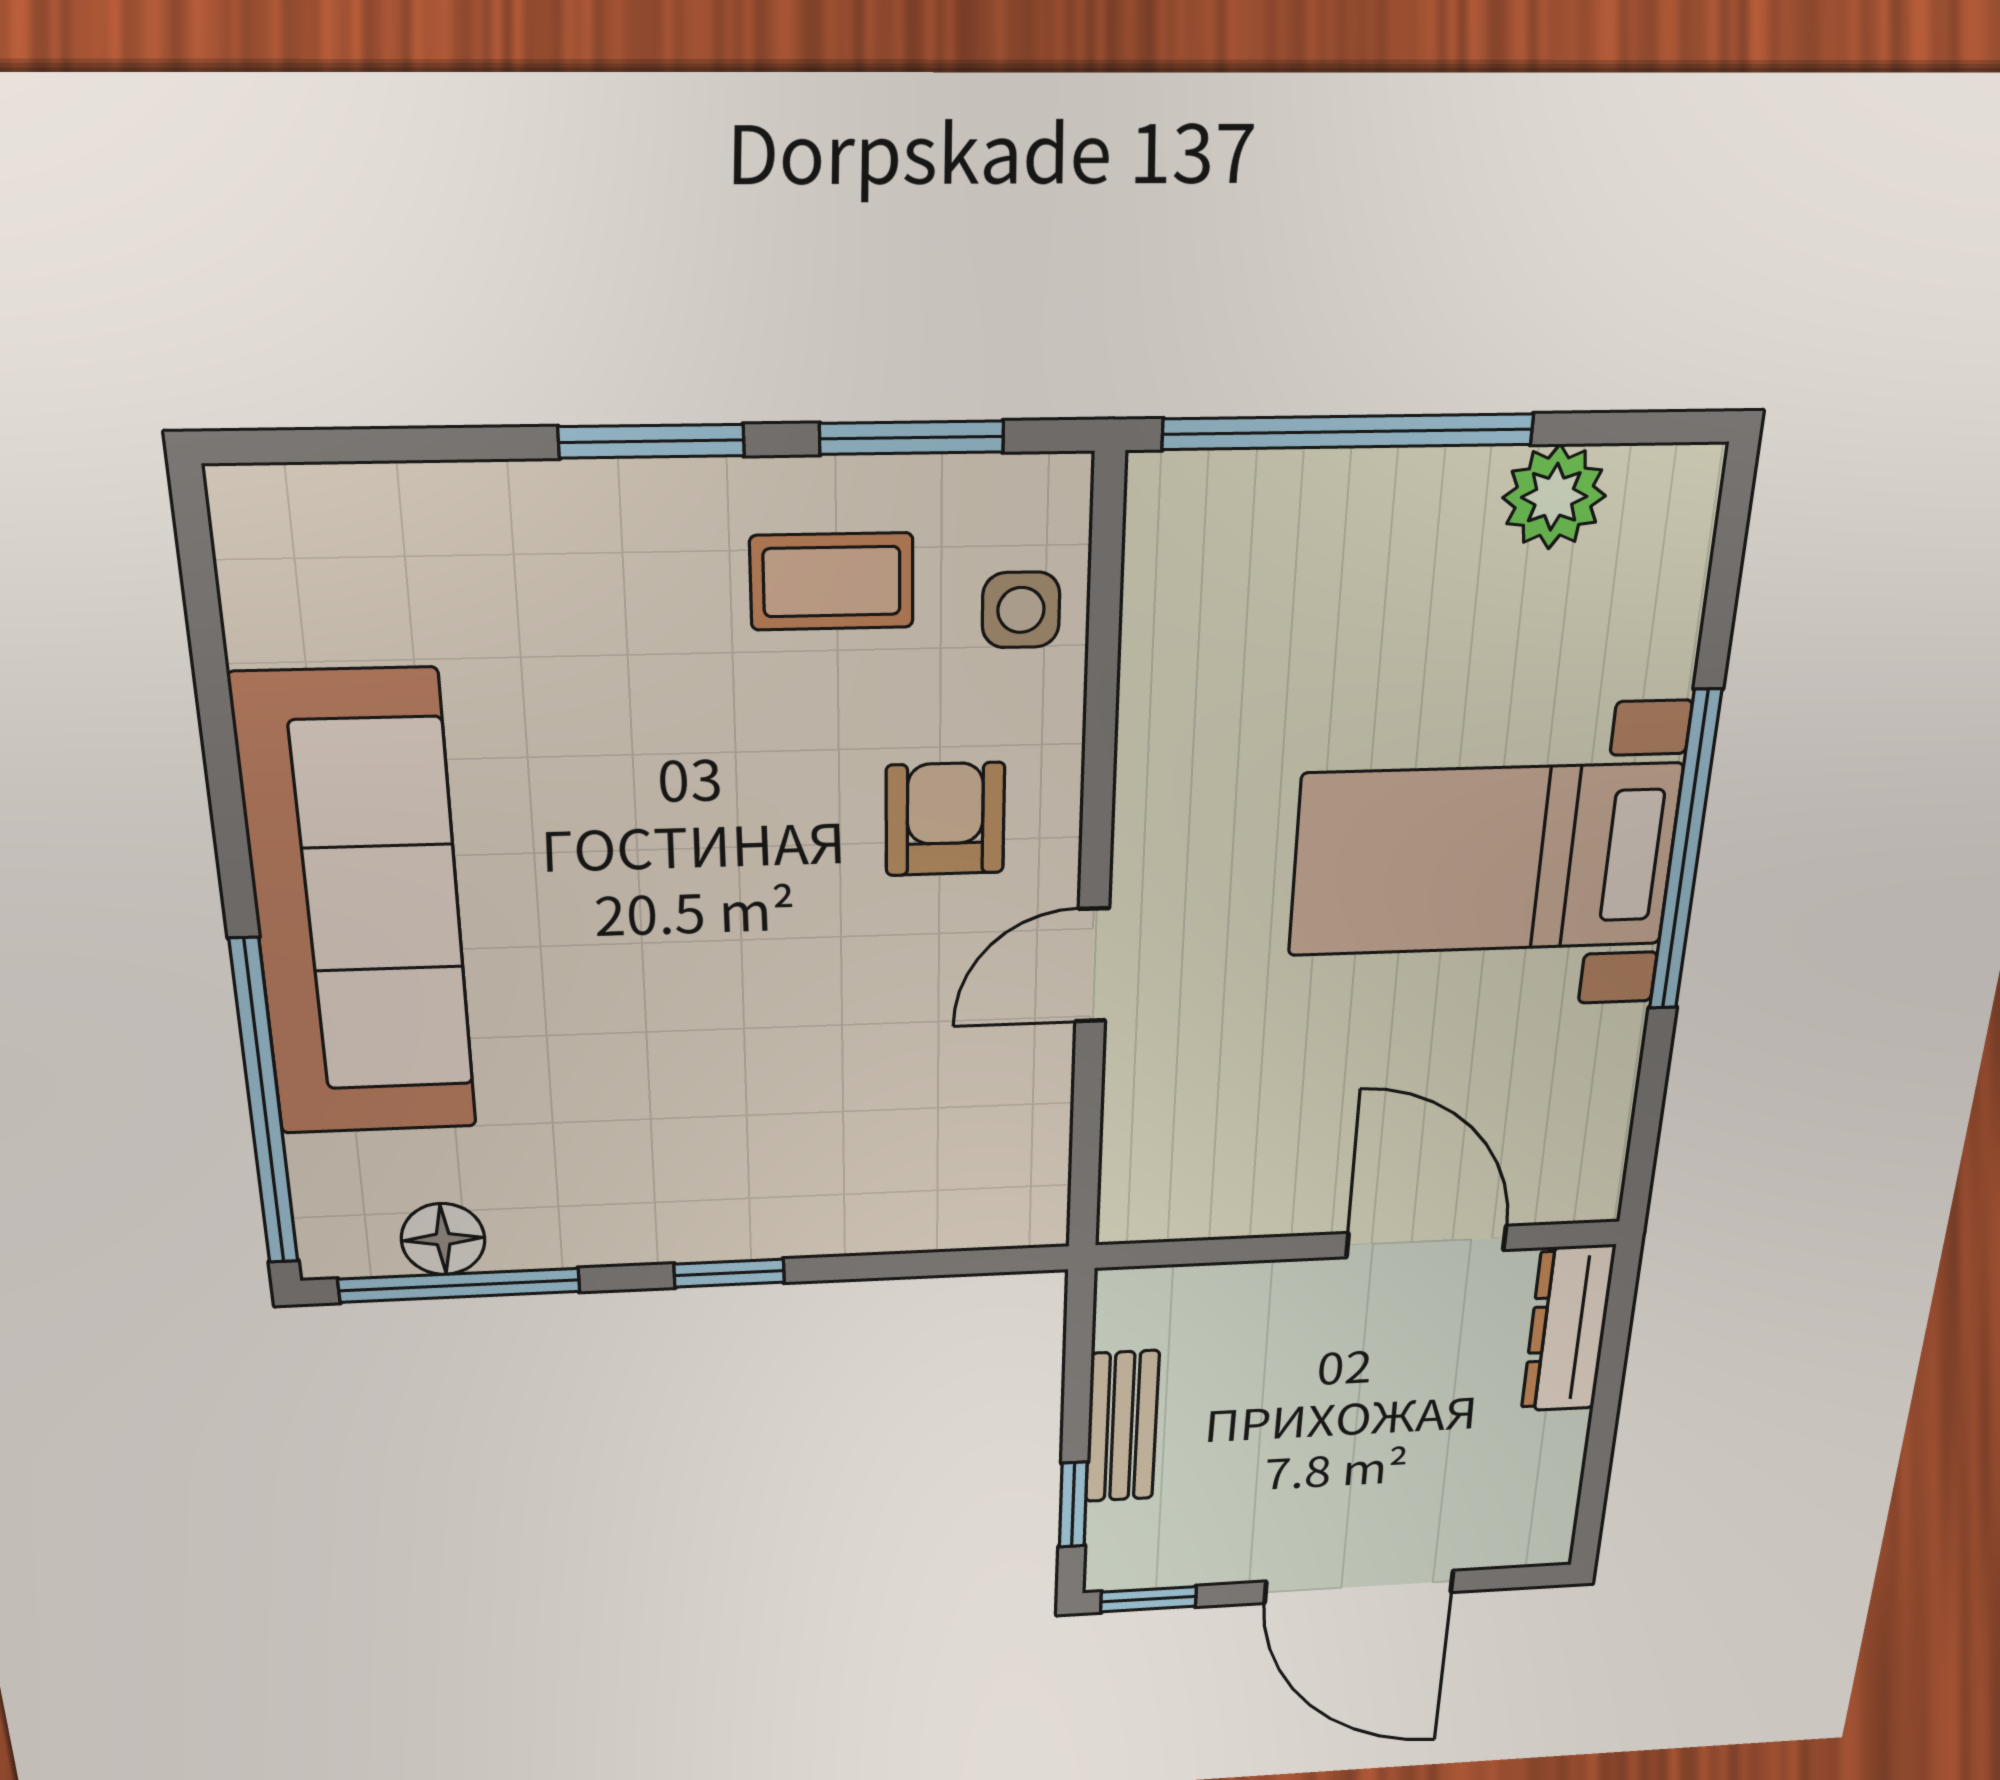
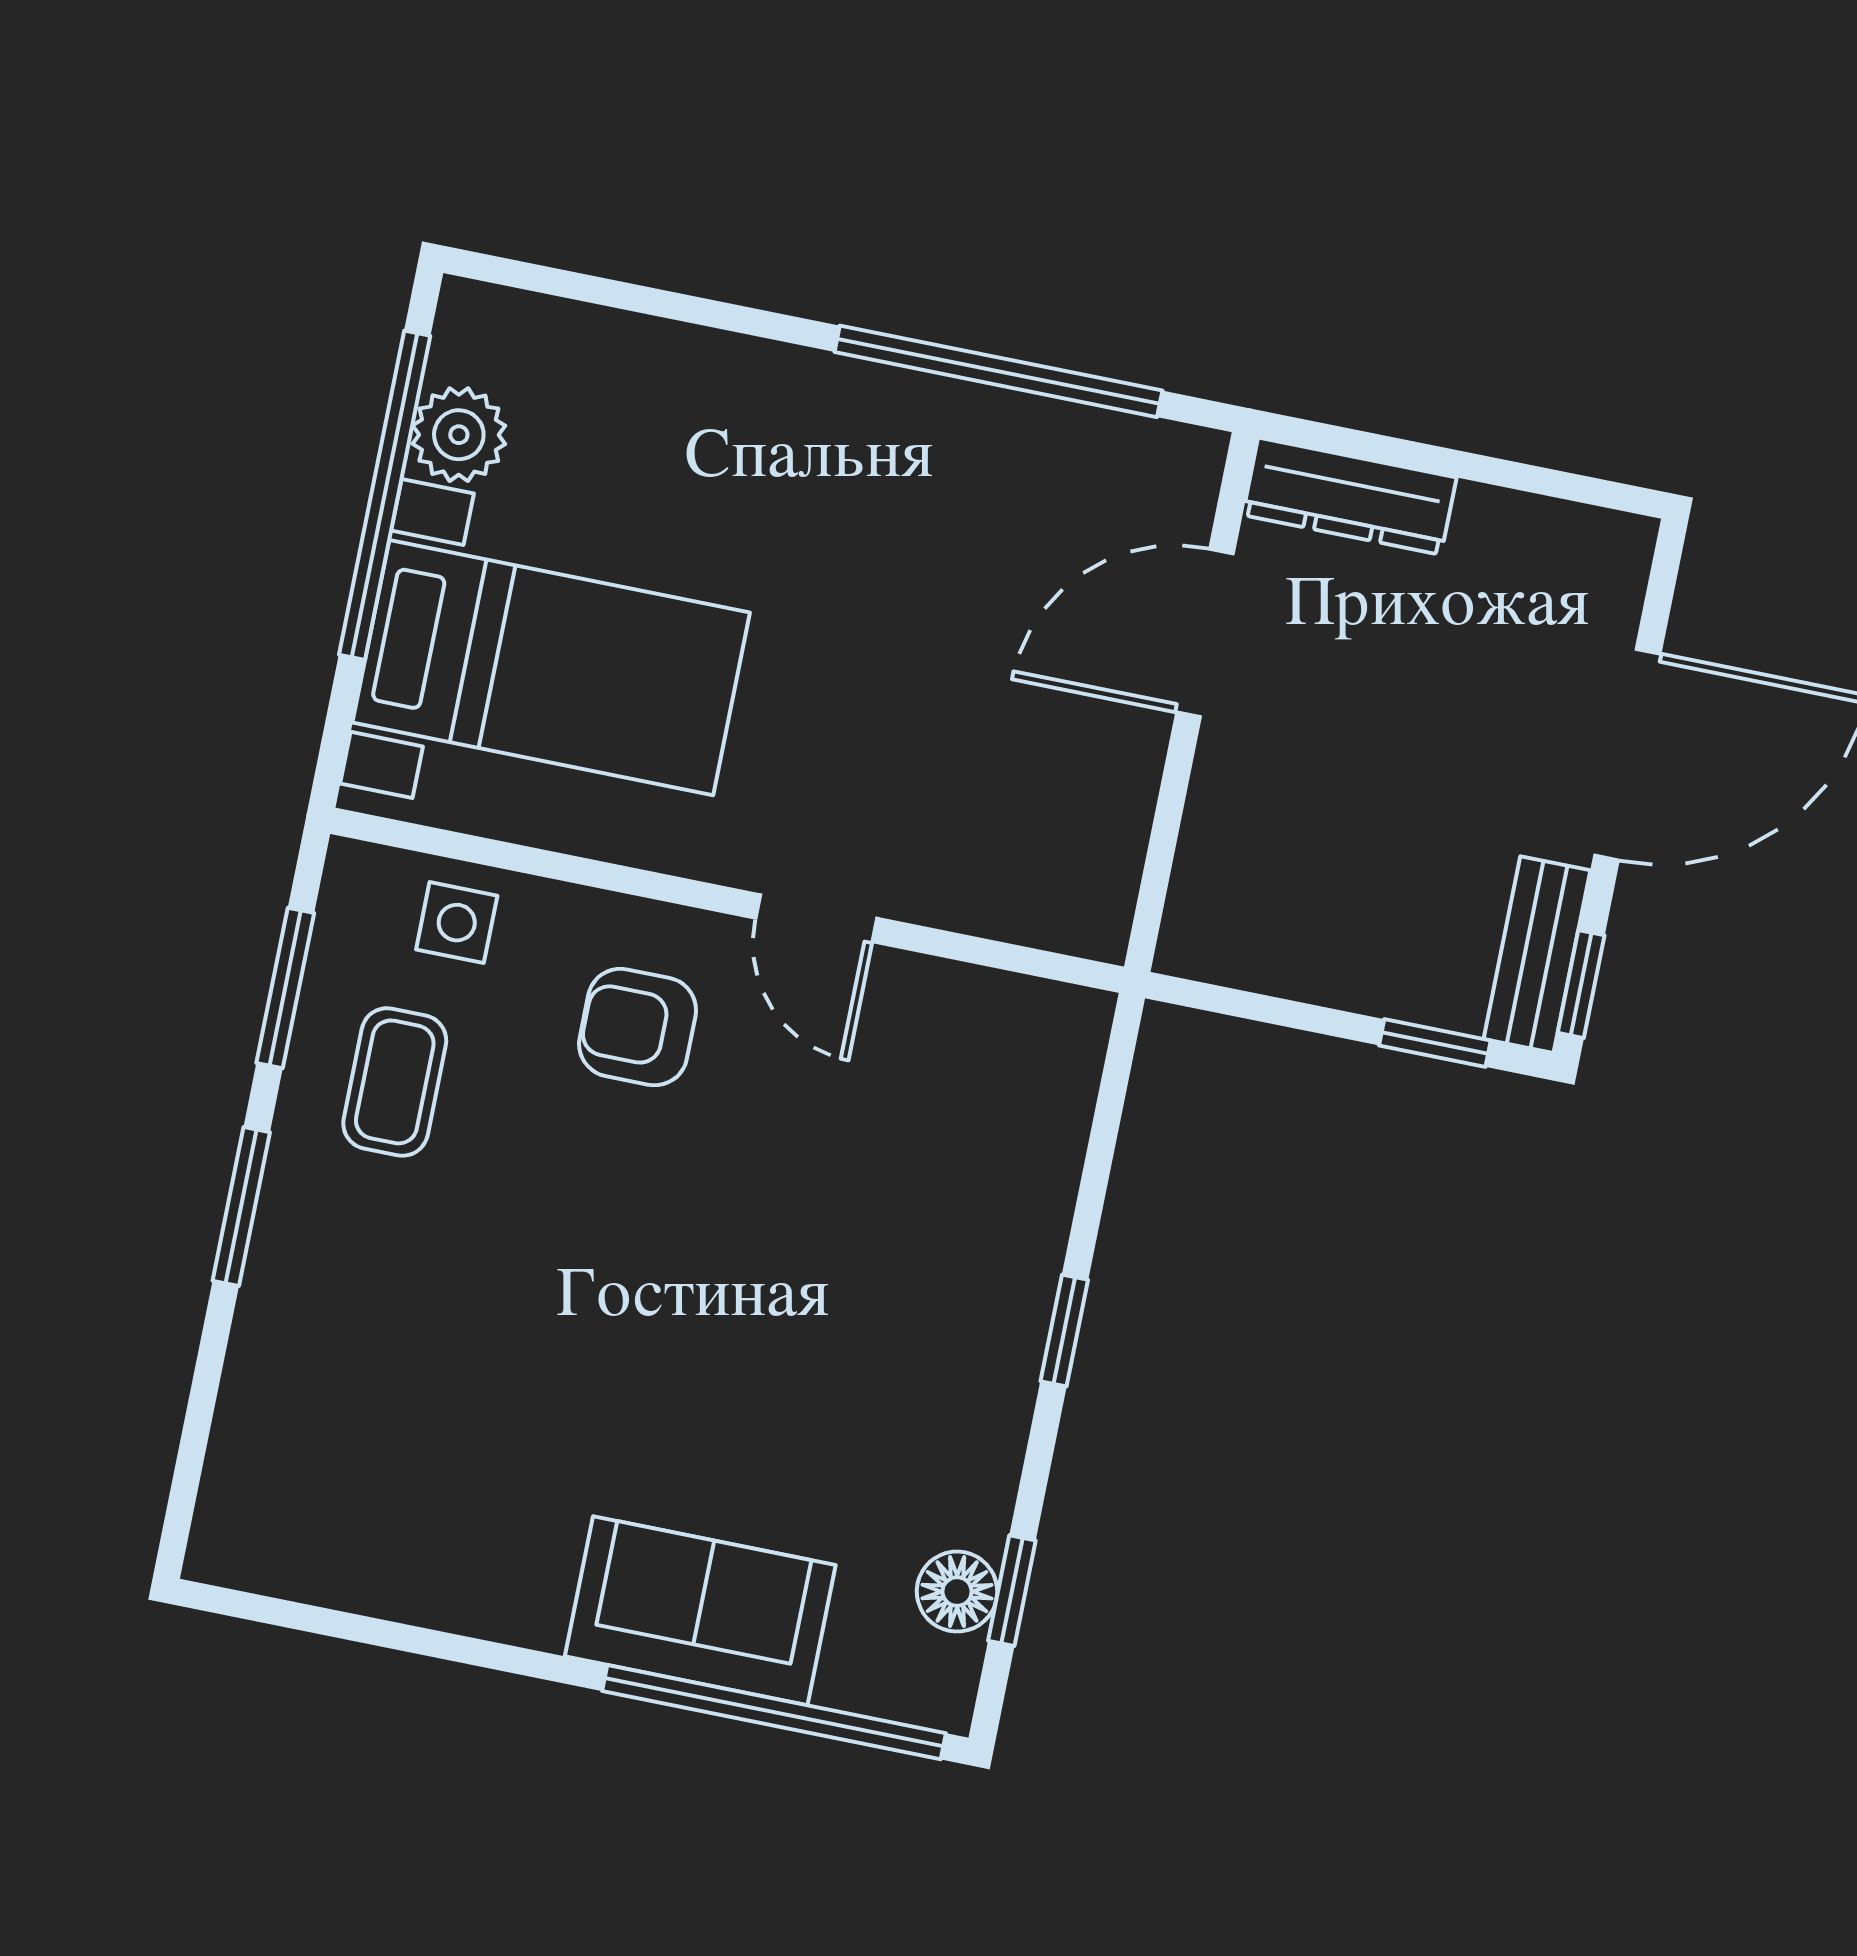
window: (1349, 432) -> (385, 495), moved
window: (1685, 853) -> (998, 371), moved
bed with nightstands: (1484, 860) -> (551, 668), moved, turned -90
sofa: (357, 909) -> (700, 1611), width x0.54, depth x0.79
window: (459, 1285) -> (1012, 1591), width x0.46
bench: (1122, 1427) -> (1537, 955), moved, turned 90

